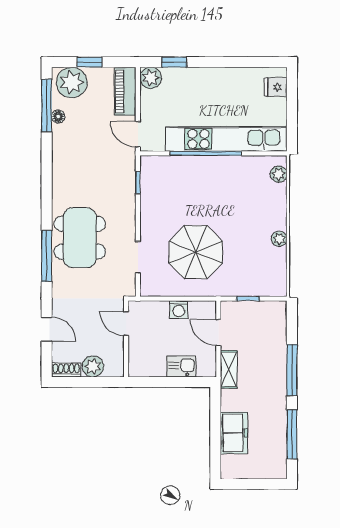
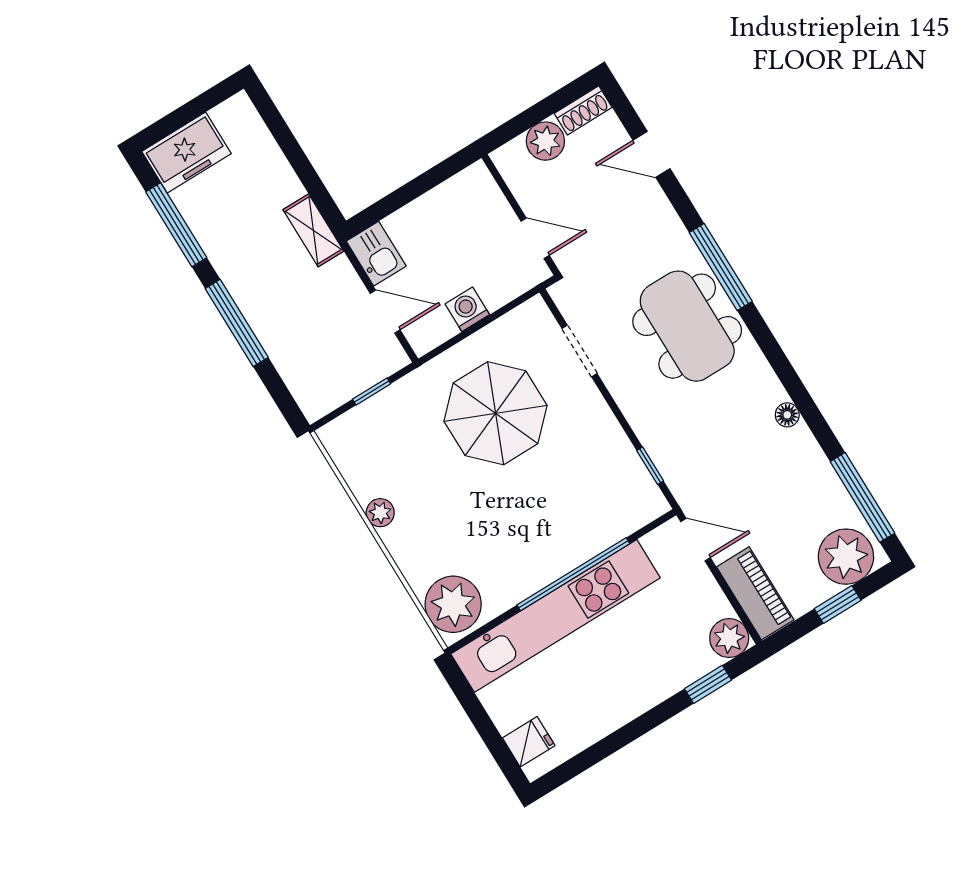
floor lamp: (58, 117) -> (787, 415), moved
plant: (279, 174) -> (453, 604), width x1.88, depth x1.88
kitchen sink: (182, 366) -> (376, 254), moved, turned -90
shelving: (229, 369) -> (313, 230), moved
freezer: (234, 433) -> (186, 153), moved, turned -90

